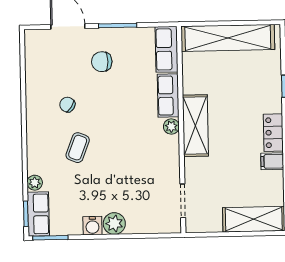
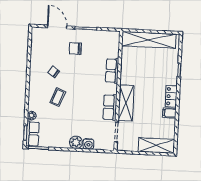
row of seats: (167, 49) -> (110, 107), moved
shelving: (195, 126) -> (126, 103), moved
plant: (171, 127) -> (113, 89), removed
water cooler: (92, 226) -> (88, 144), moved

